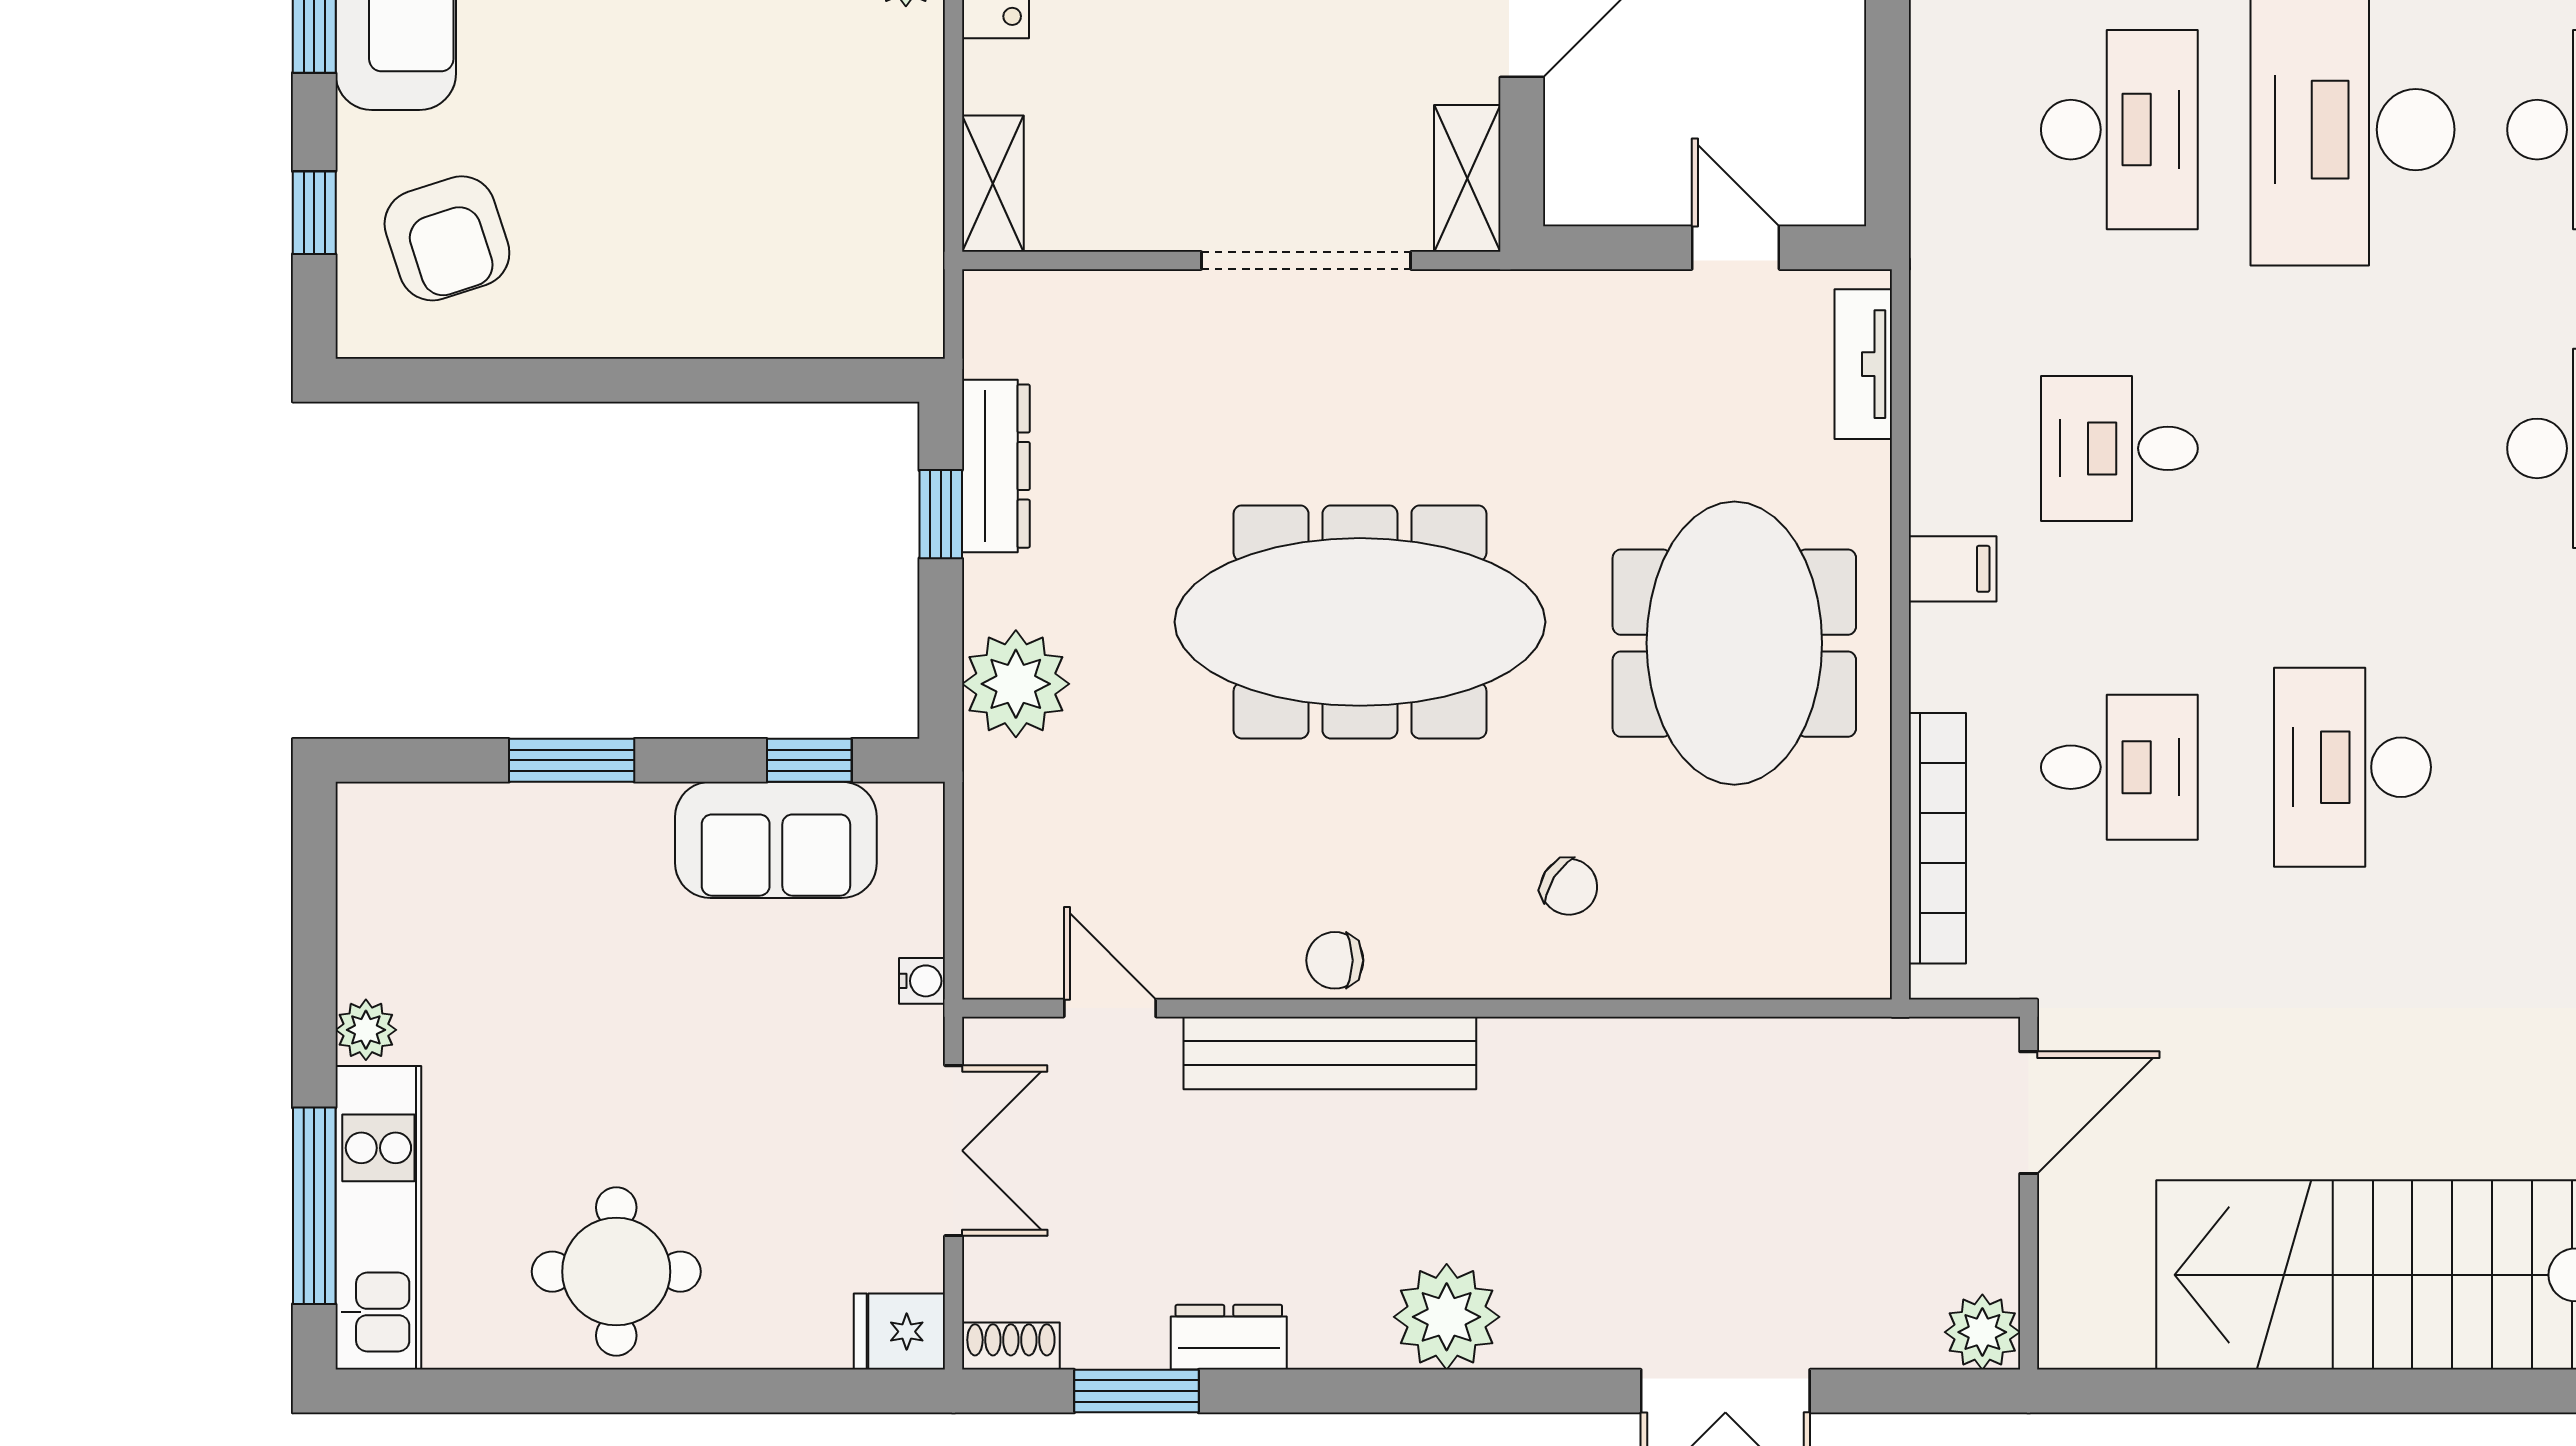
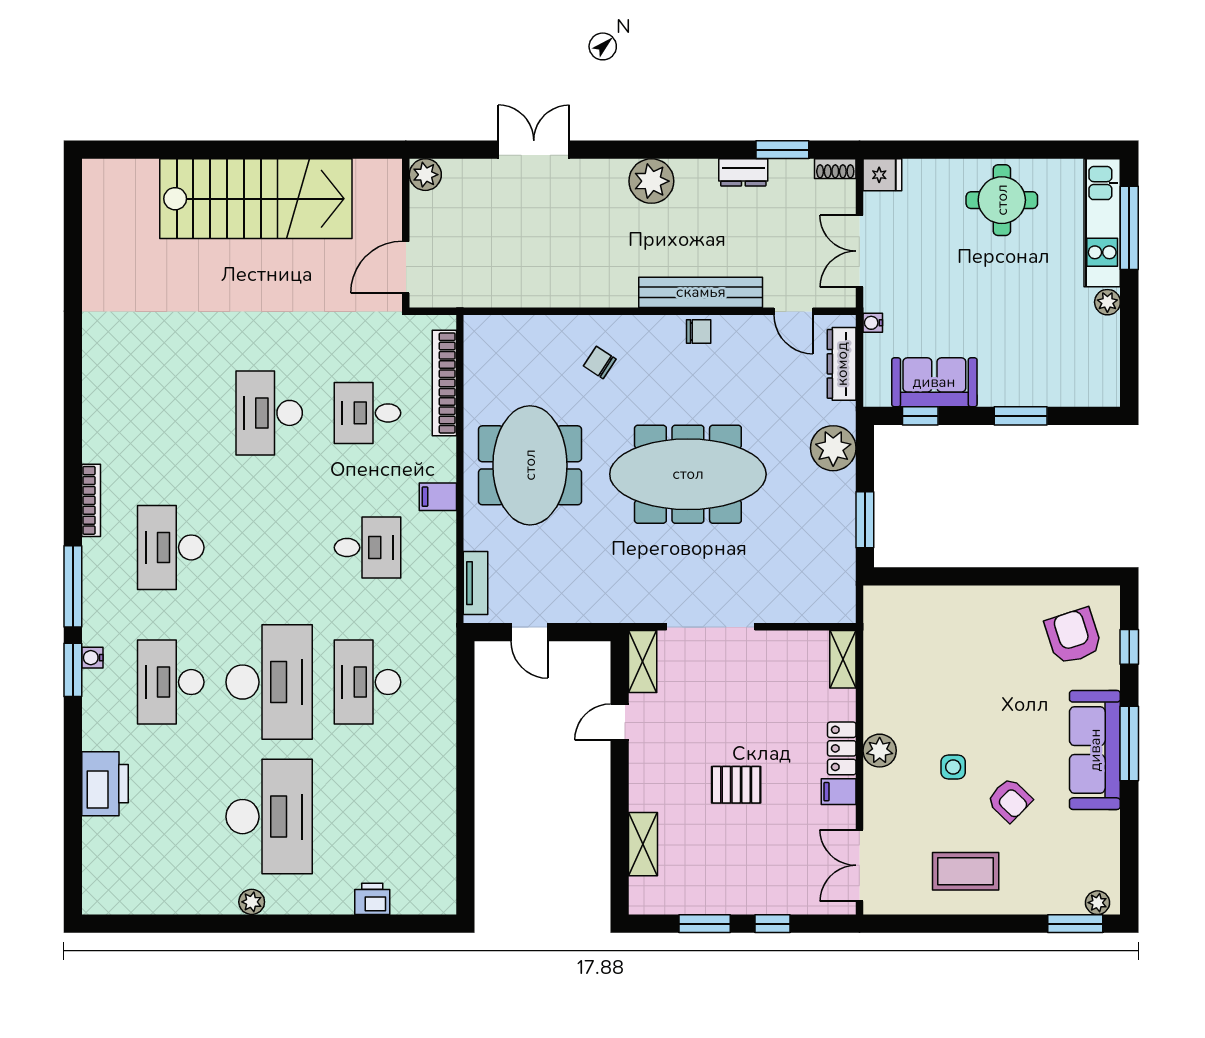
dresser: (996, 466) -> (842, 364), moved
window: (941, 514) -> (865, 520), width x1.50
desk: (2352, 767) -> (269, 413), turned 180

